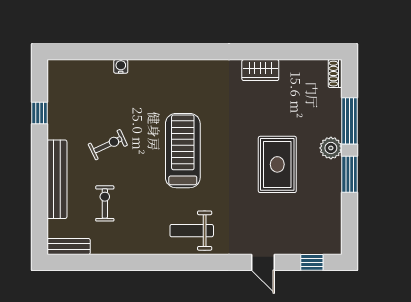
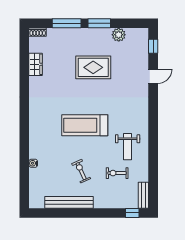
wardrobe: (260, 70) -> (36, 64), moved
window: (40, 113) -> (132, 213), moved
plant: (331, 148) -> (119, 35), moved
bench: (57, 179) -> (69, 202), moved
weight bench: (192, 231) -> (128, 147), moved

